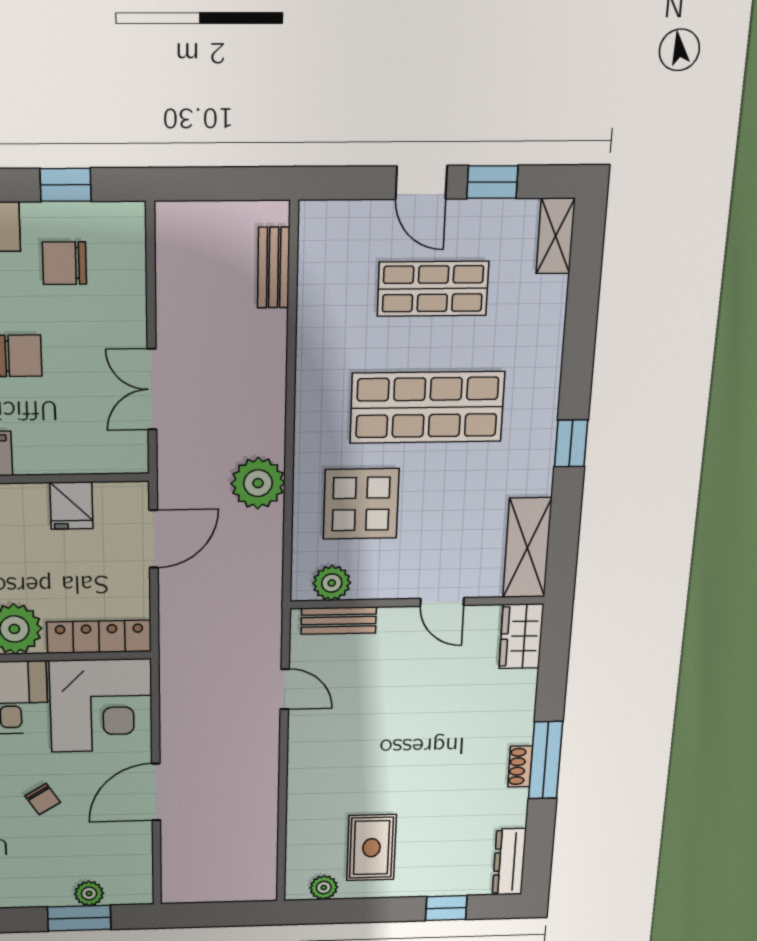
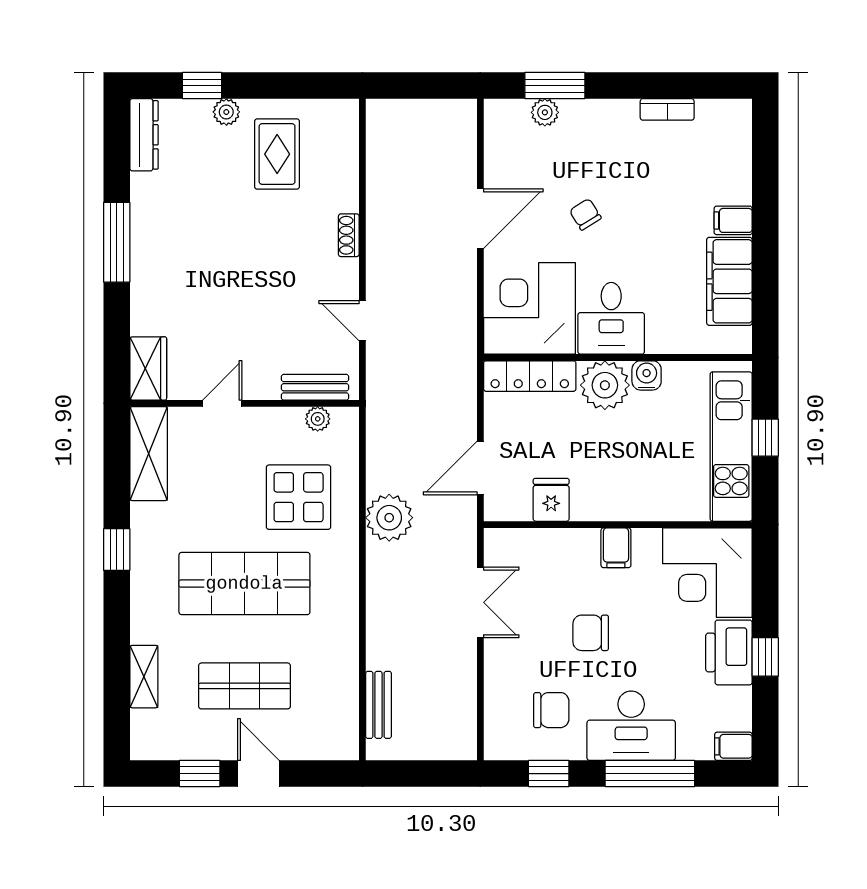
shelving: (556, 236) -> (144, 677), moved
plant: (332, 583) -> (318, 419), width x0.73, depth x0.73
door: (442, 602) -> (222, 403), hinge flipped
shoe rack: (520, 766) -> (349, 235), moved, turned 180
plant: (324, 888) -> (226, 112), moved

